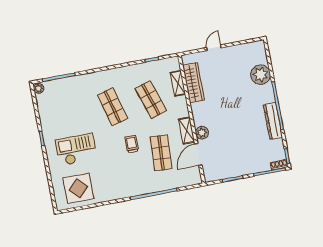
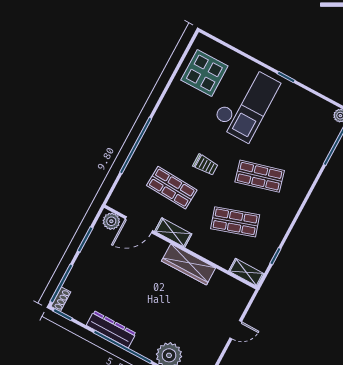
door: (214, 48) -> (236, 330), hinge flipped
shelving: (178, 83) -> (246, 272), moved
wardrobe: (193, 83) -> (189, 264), moved
plant: (202, 133) -> (111, 221), moved
checkout: (76, 149) -> (246, 103), width x1.36, depth x1.21
door: (198, 154) -> (139, 225), swing flipped

